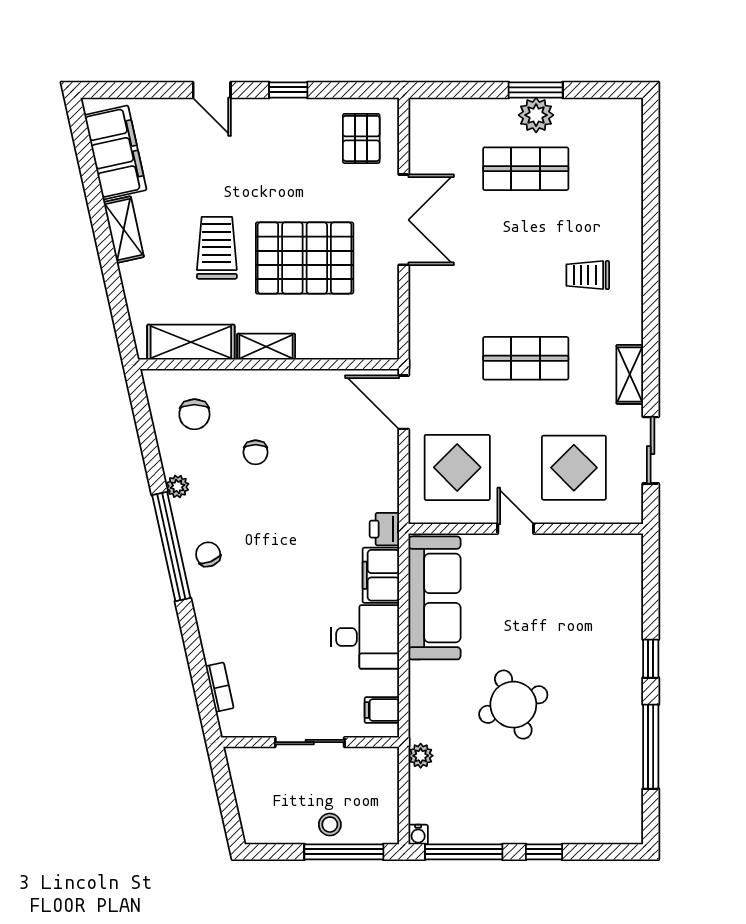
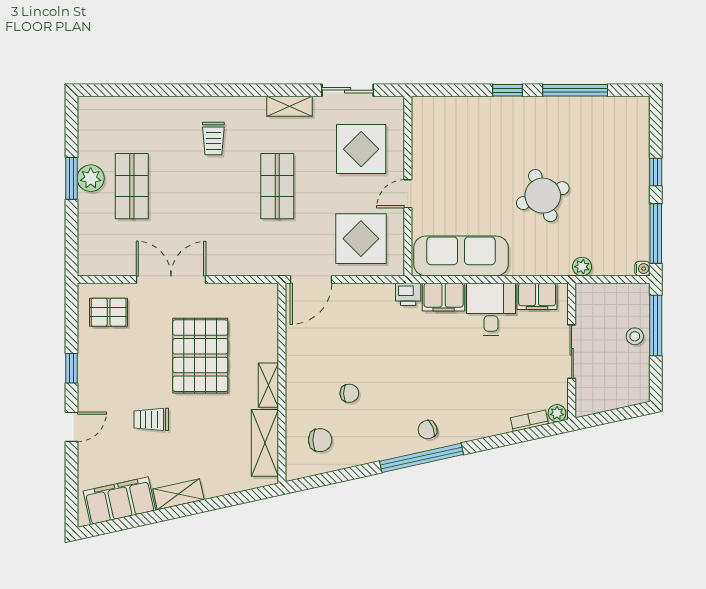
trolley: (217, 248) -> (151, 419), moved, width x0.73, depth x0.72
plant: (178, 486) -> (557, 413), moved
filing cabinet: (382, 710) -> (537, 296), width x2.00

